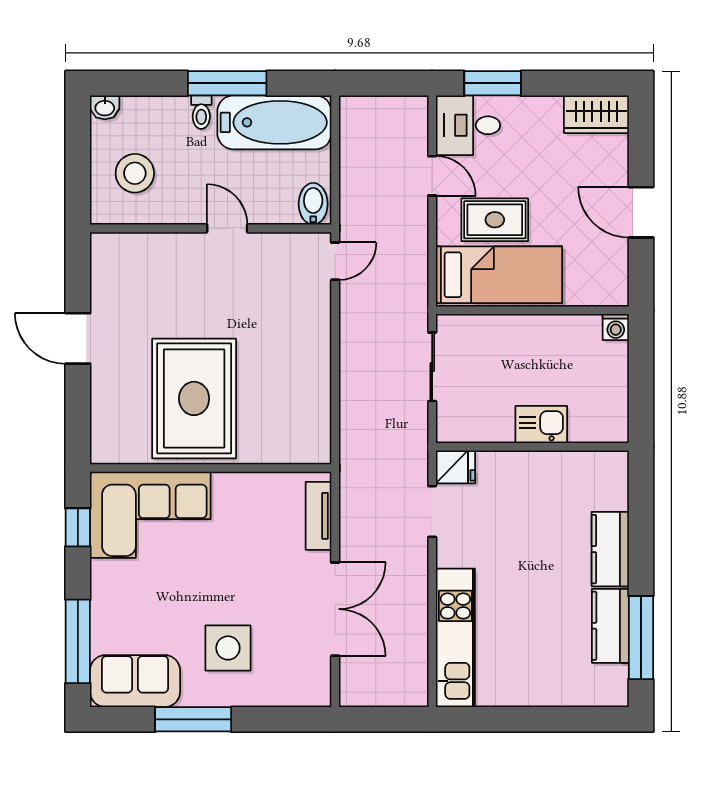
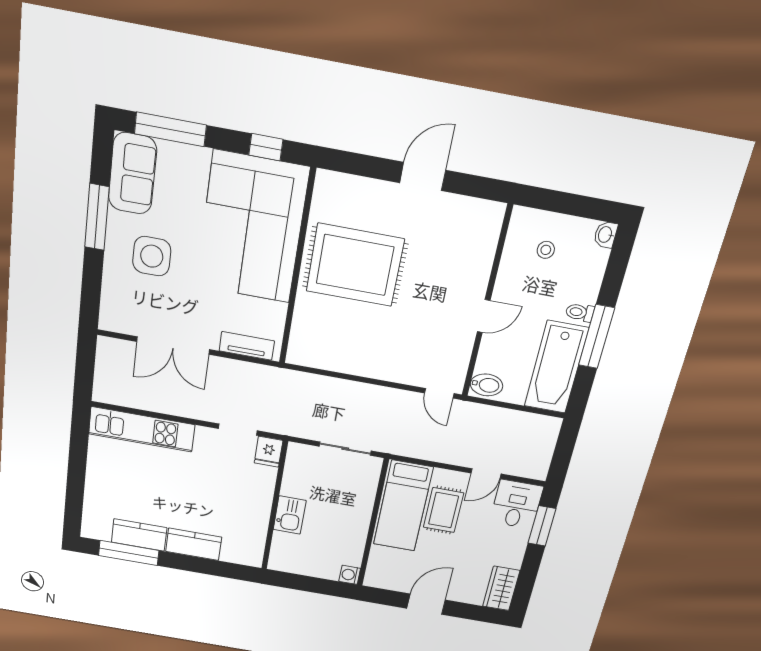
stool: (135, 173) -> (546, 250), width x0.53, depth x0.53
corner sofa: (150, 515) -> (252, 228), width x1.36, depth x1.36

